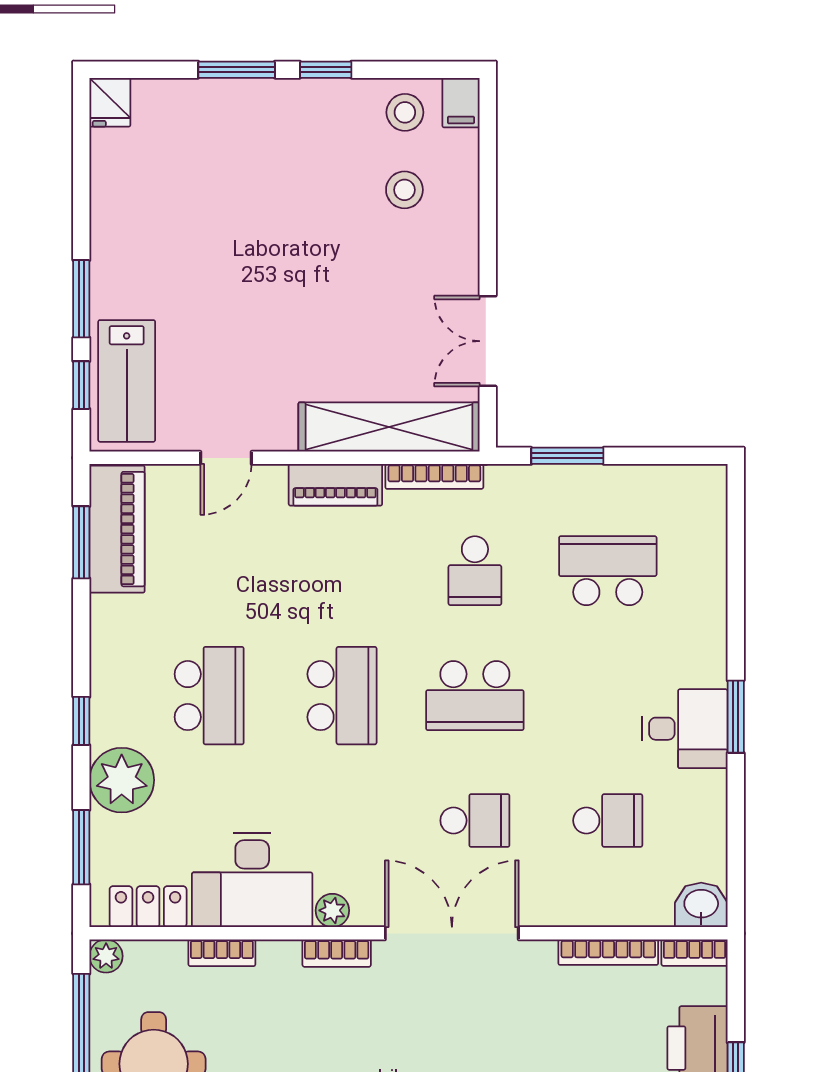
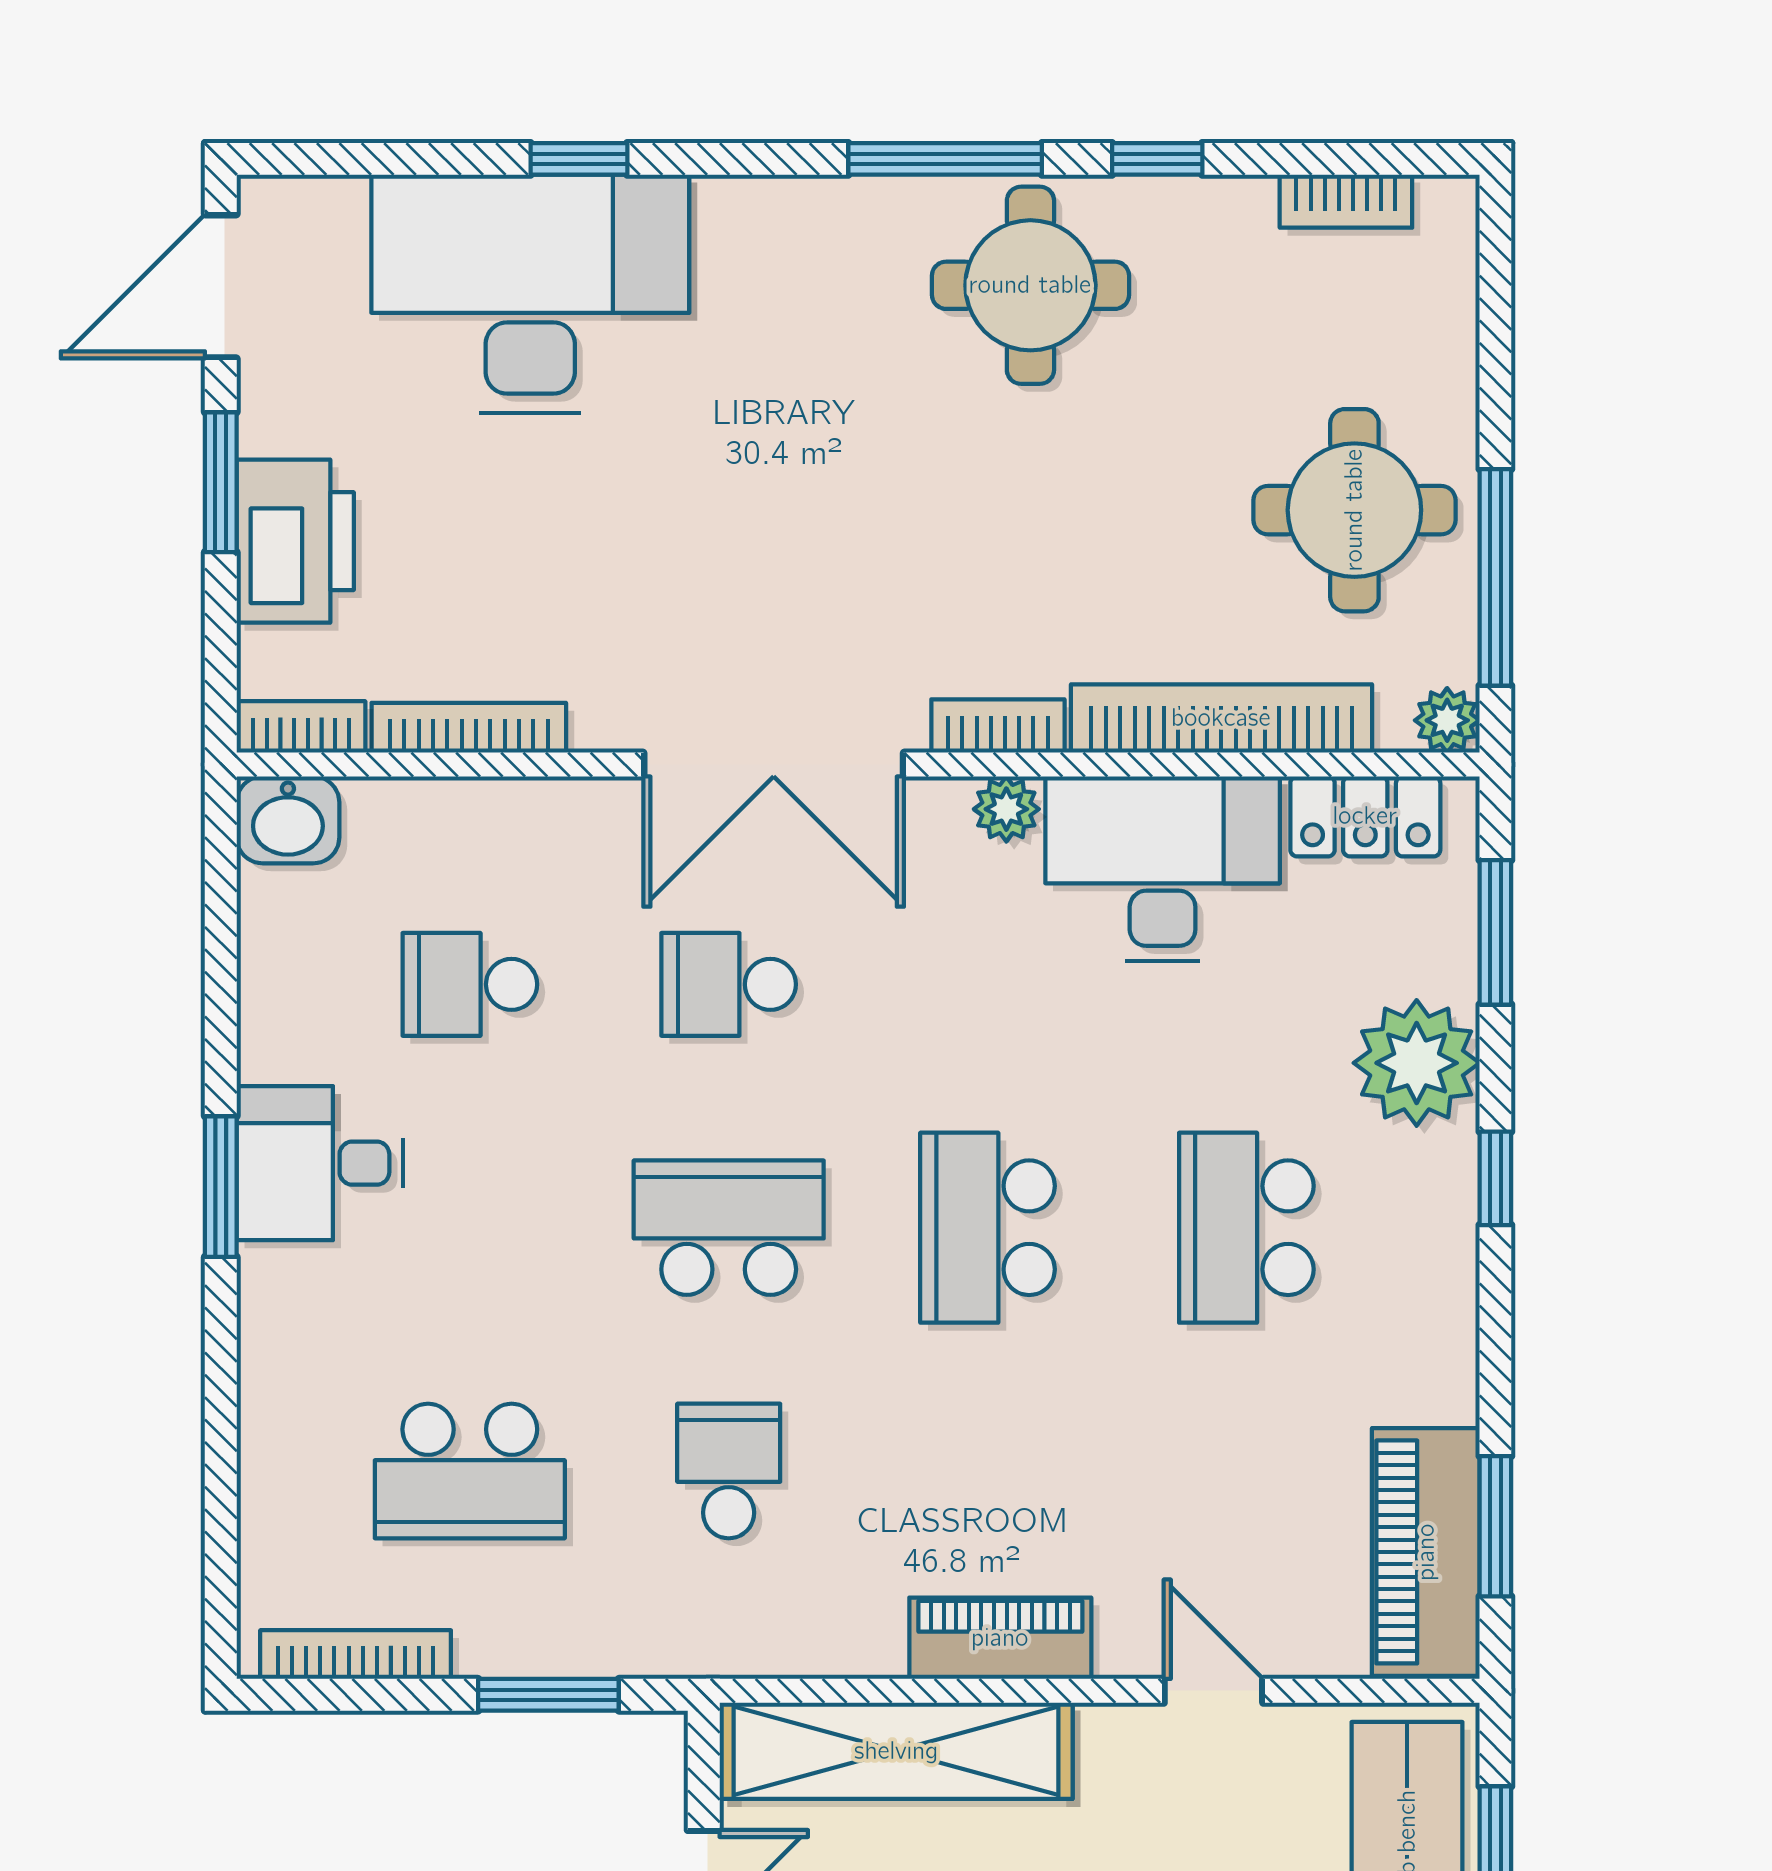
door: (226, 458) -> (1213, 1691), hinge flipped
bookcase: (434, 476) -> (356, 1655), moved
bookcase: (222, 953) -> (1221, 718), width x2.31, depth x1.31

